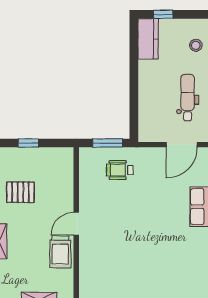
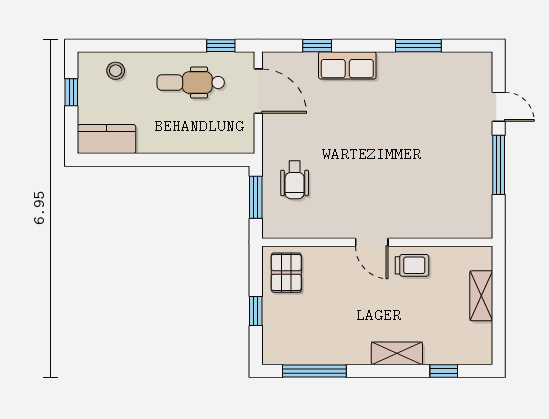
window: (163, 14) -> (71, 92), moved
pallet: (20, 192) -> (286, 273), moved
trolley: (60, 252) -> (412, 265), width x0.73, depth x0.72

